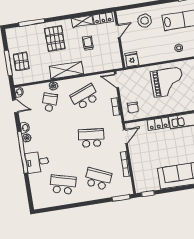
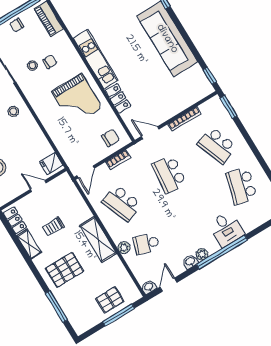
door: (118, 31) -> (38, 186), moved
grand piano: (167, 82) -> (77, 100), moved, turned 180
school desk: (98, 179) -> (217, 145), turned -45

